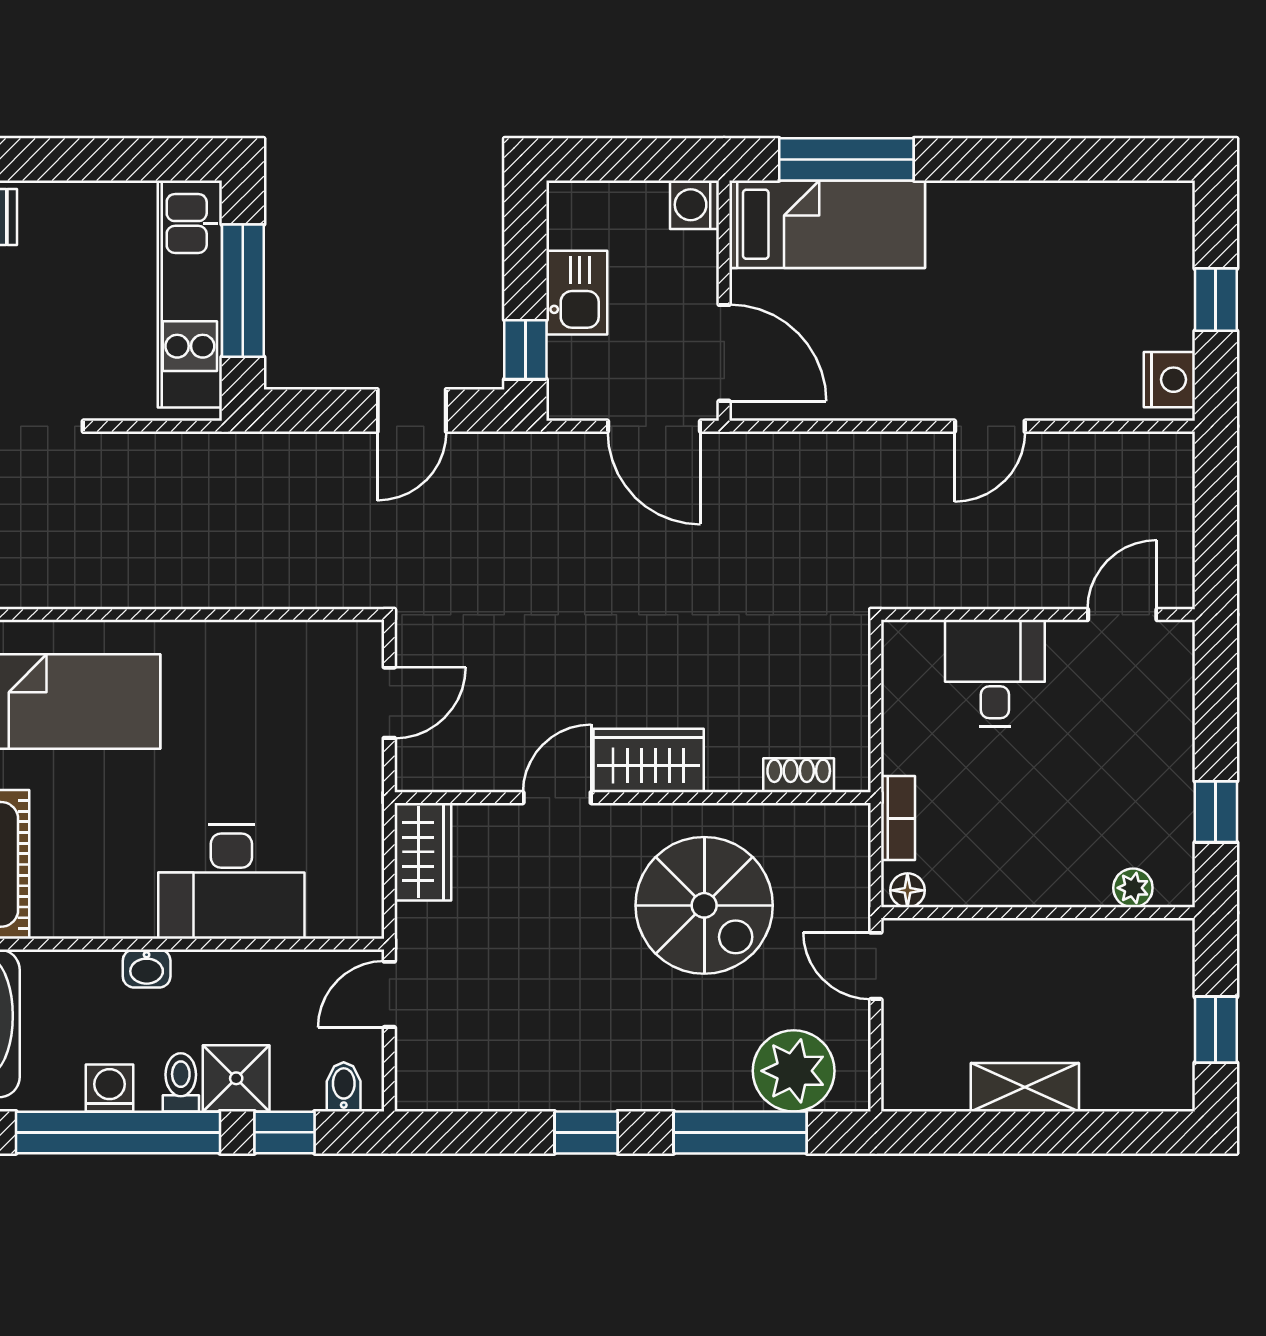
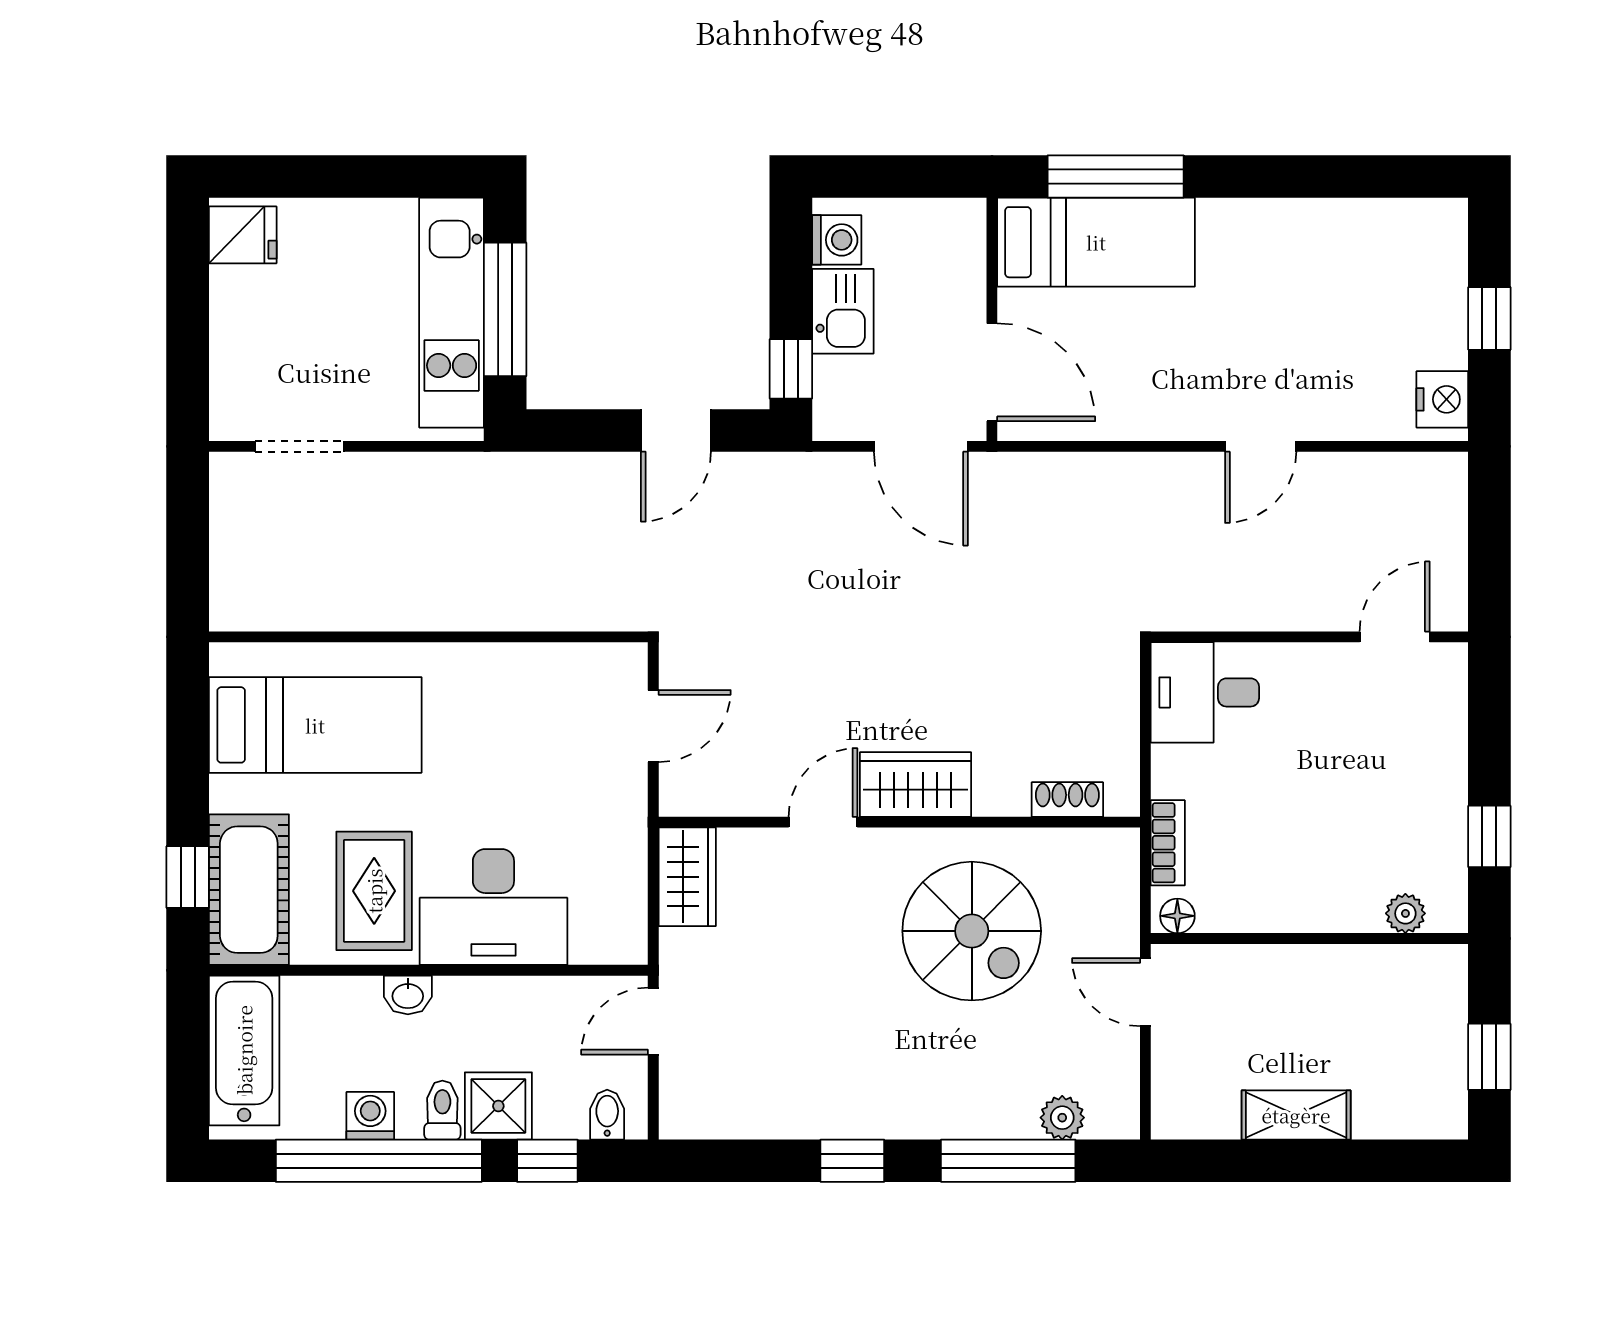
washing machine: (695, 205) -> (837, 240), moved, turned 180
desk: (995, 673) -> (1205, 692), moved, turned -90
rug: (113, 866) -> (374, 891), added
plant: (794, 1071) -> (1062, 1118), width x0.53, depth x0.53

